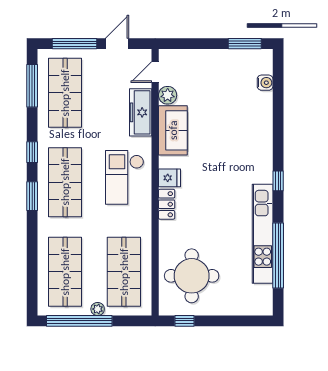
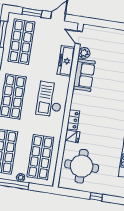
window: (74, 44) -> (32, 12), width x0.69
door: (155, 72) -> (79, 38), hinge flipped
fridge: (169, 178) -> (72, 136), moved
window: (185, 321) -> (96, 197), moved

